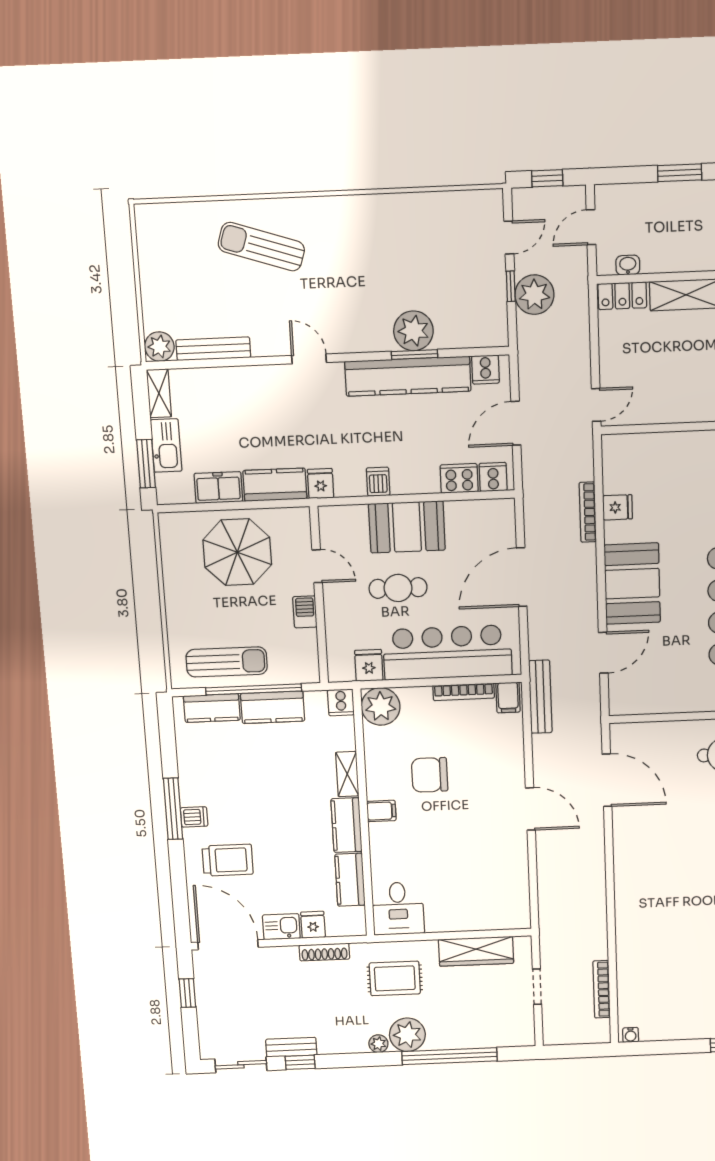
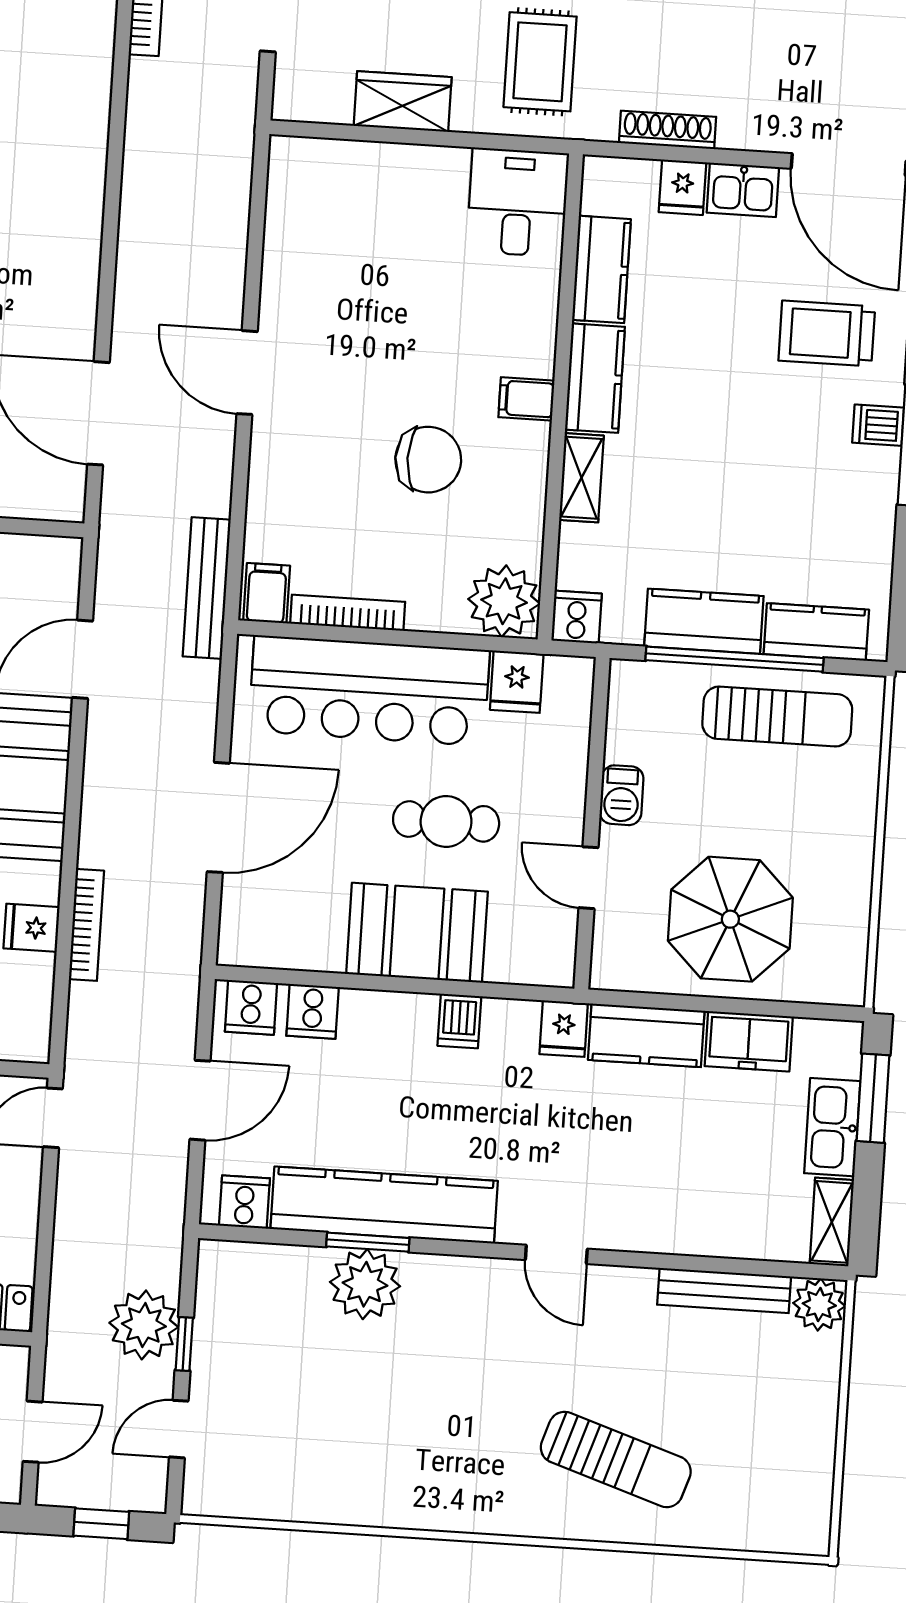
cooker: (459, 478) -> (313, 1011), width x0.73
sun lounger: (227, 662) -> (777, 717), turned 180
wardrobe: (476, 951) -> (403, 101), width x0.67
rug: (395, 978) -> (540, 62), turned 90

